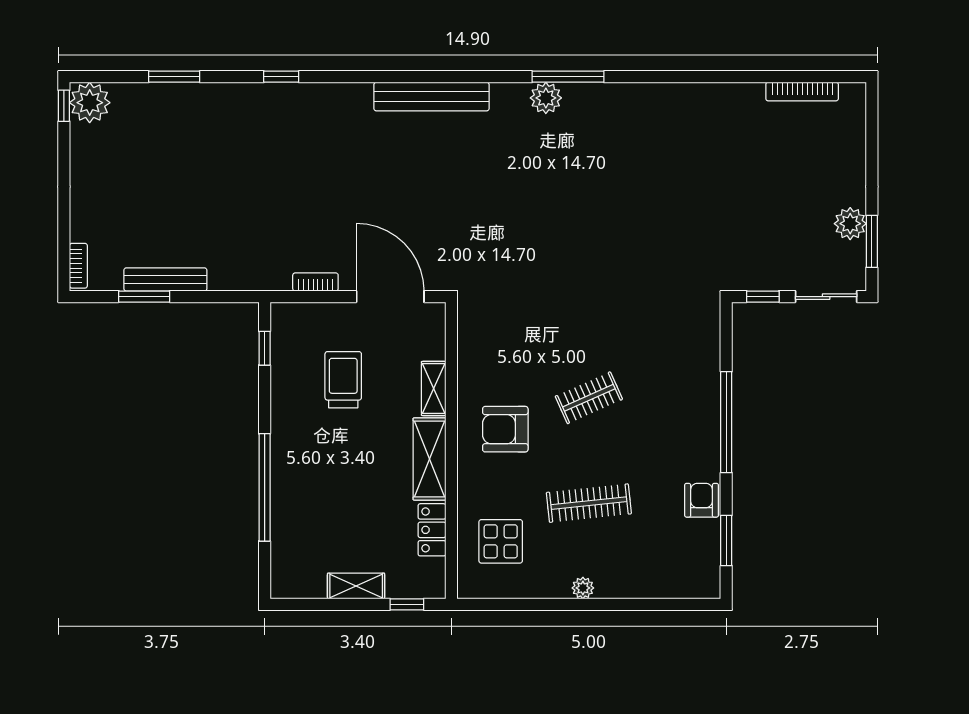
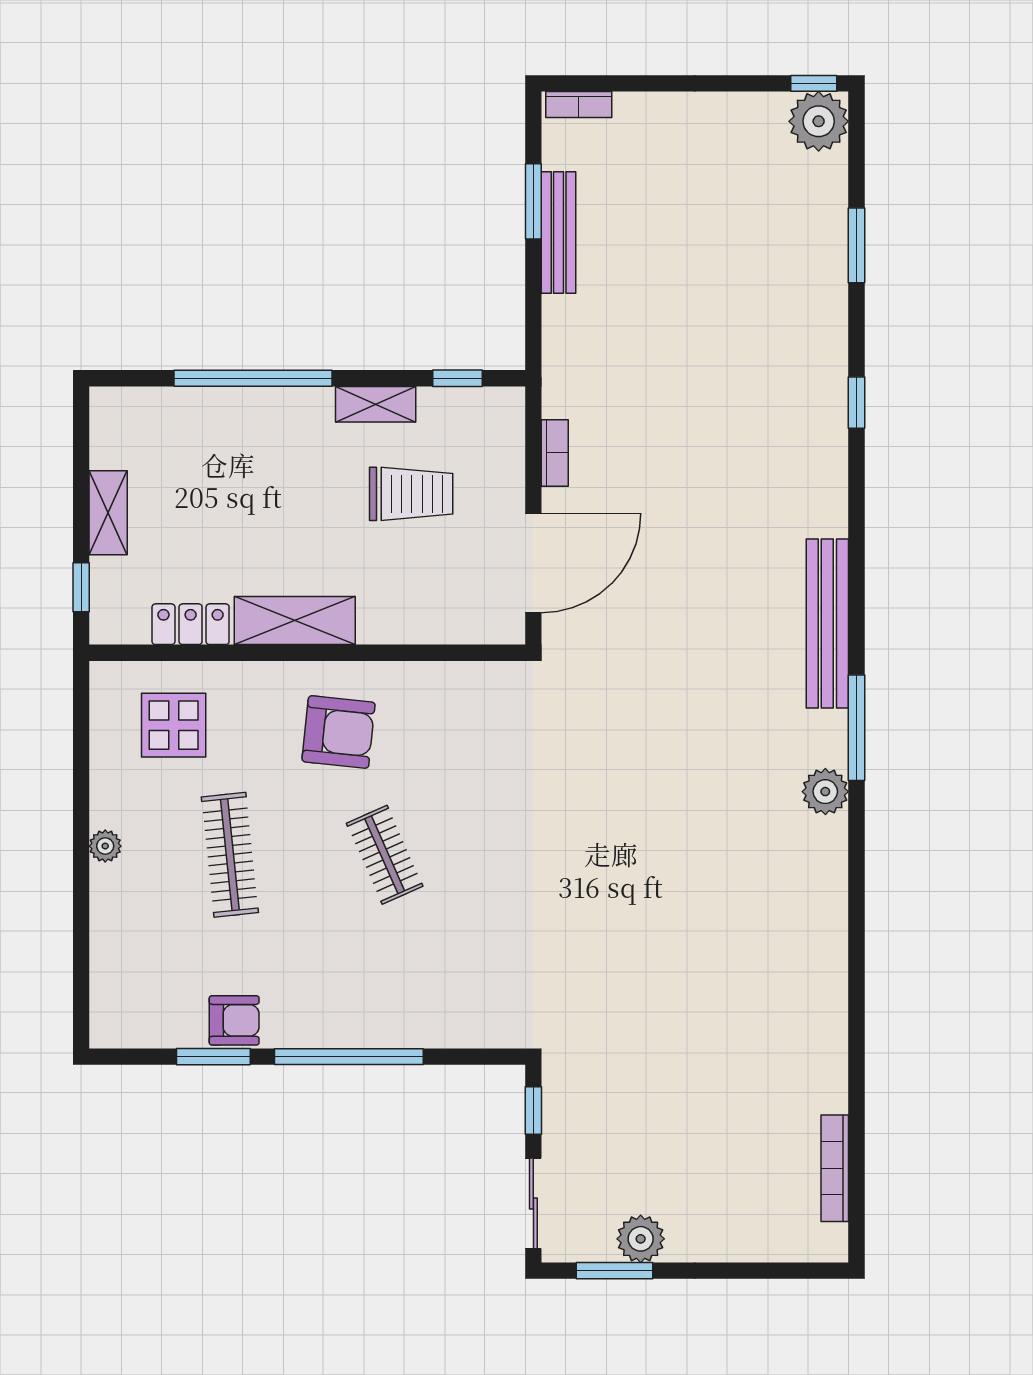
window: (568, 77) -> (856, 728), moved
shelving: (434, 388) -> (376, 404), moved
armchair: (505, 429) -> (339, 732), turned 96
window: (726, 540) -> (213, 1057), moved

